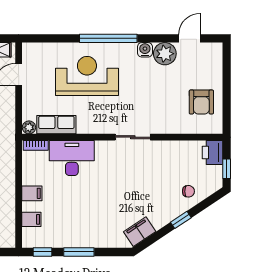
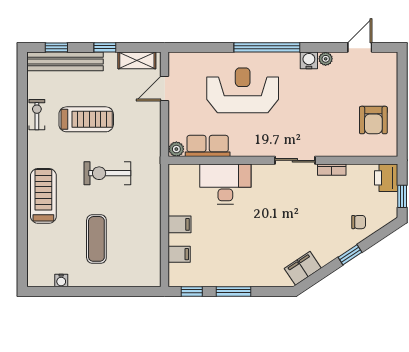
plant: (165, 54) -> (326, 59), width x0.53, depth x0.53
bookcase: (36, 145) -> (332, 170), moved

